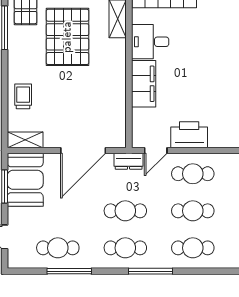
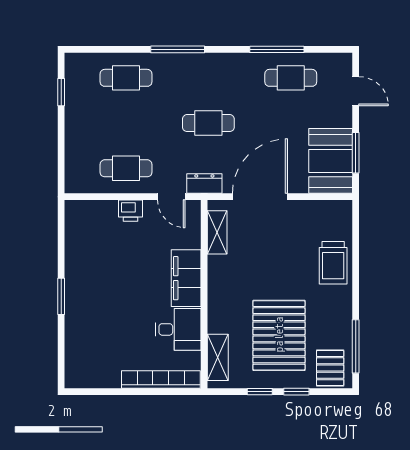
trolley: (23, 96) -> (333, 263), width x1.36, depth x1.39
printer: (189, 135) -> (131, 211), width x0.53, depth x0.68
shelving: (25, 140) -> (217, 232), moved, turned 90
door: (156, 150) -> (171, 197), swing flipped
cafe table: (193, 211) -> (126, 123), removed
cafe table: (125, 248) -> (208, 78), removed

